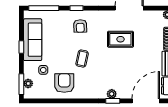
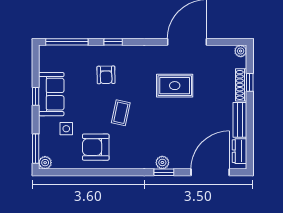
armchair: (80, 26) -> (106, 75), moved
sofa: (33, 40) -> (51, 94), width x0.73
plant: (28, 83) -> (45, 163), moved
armchair: (64, 83) -> (96, 147), turned -90

